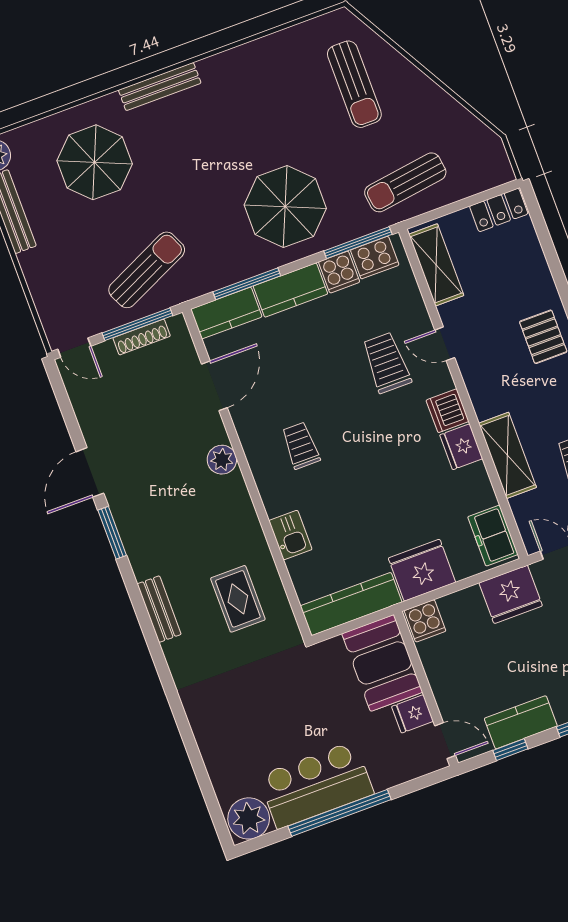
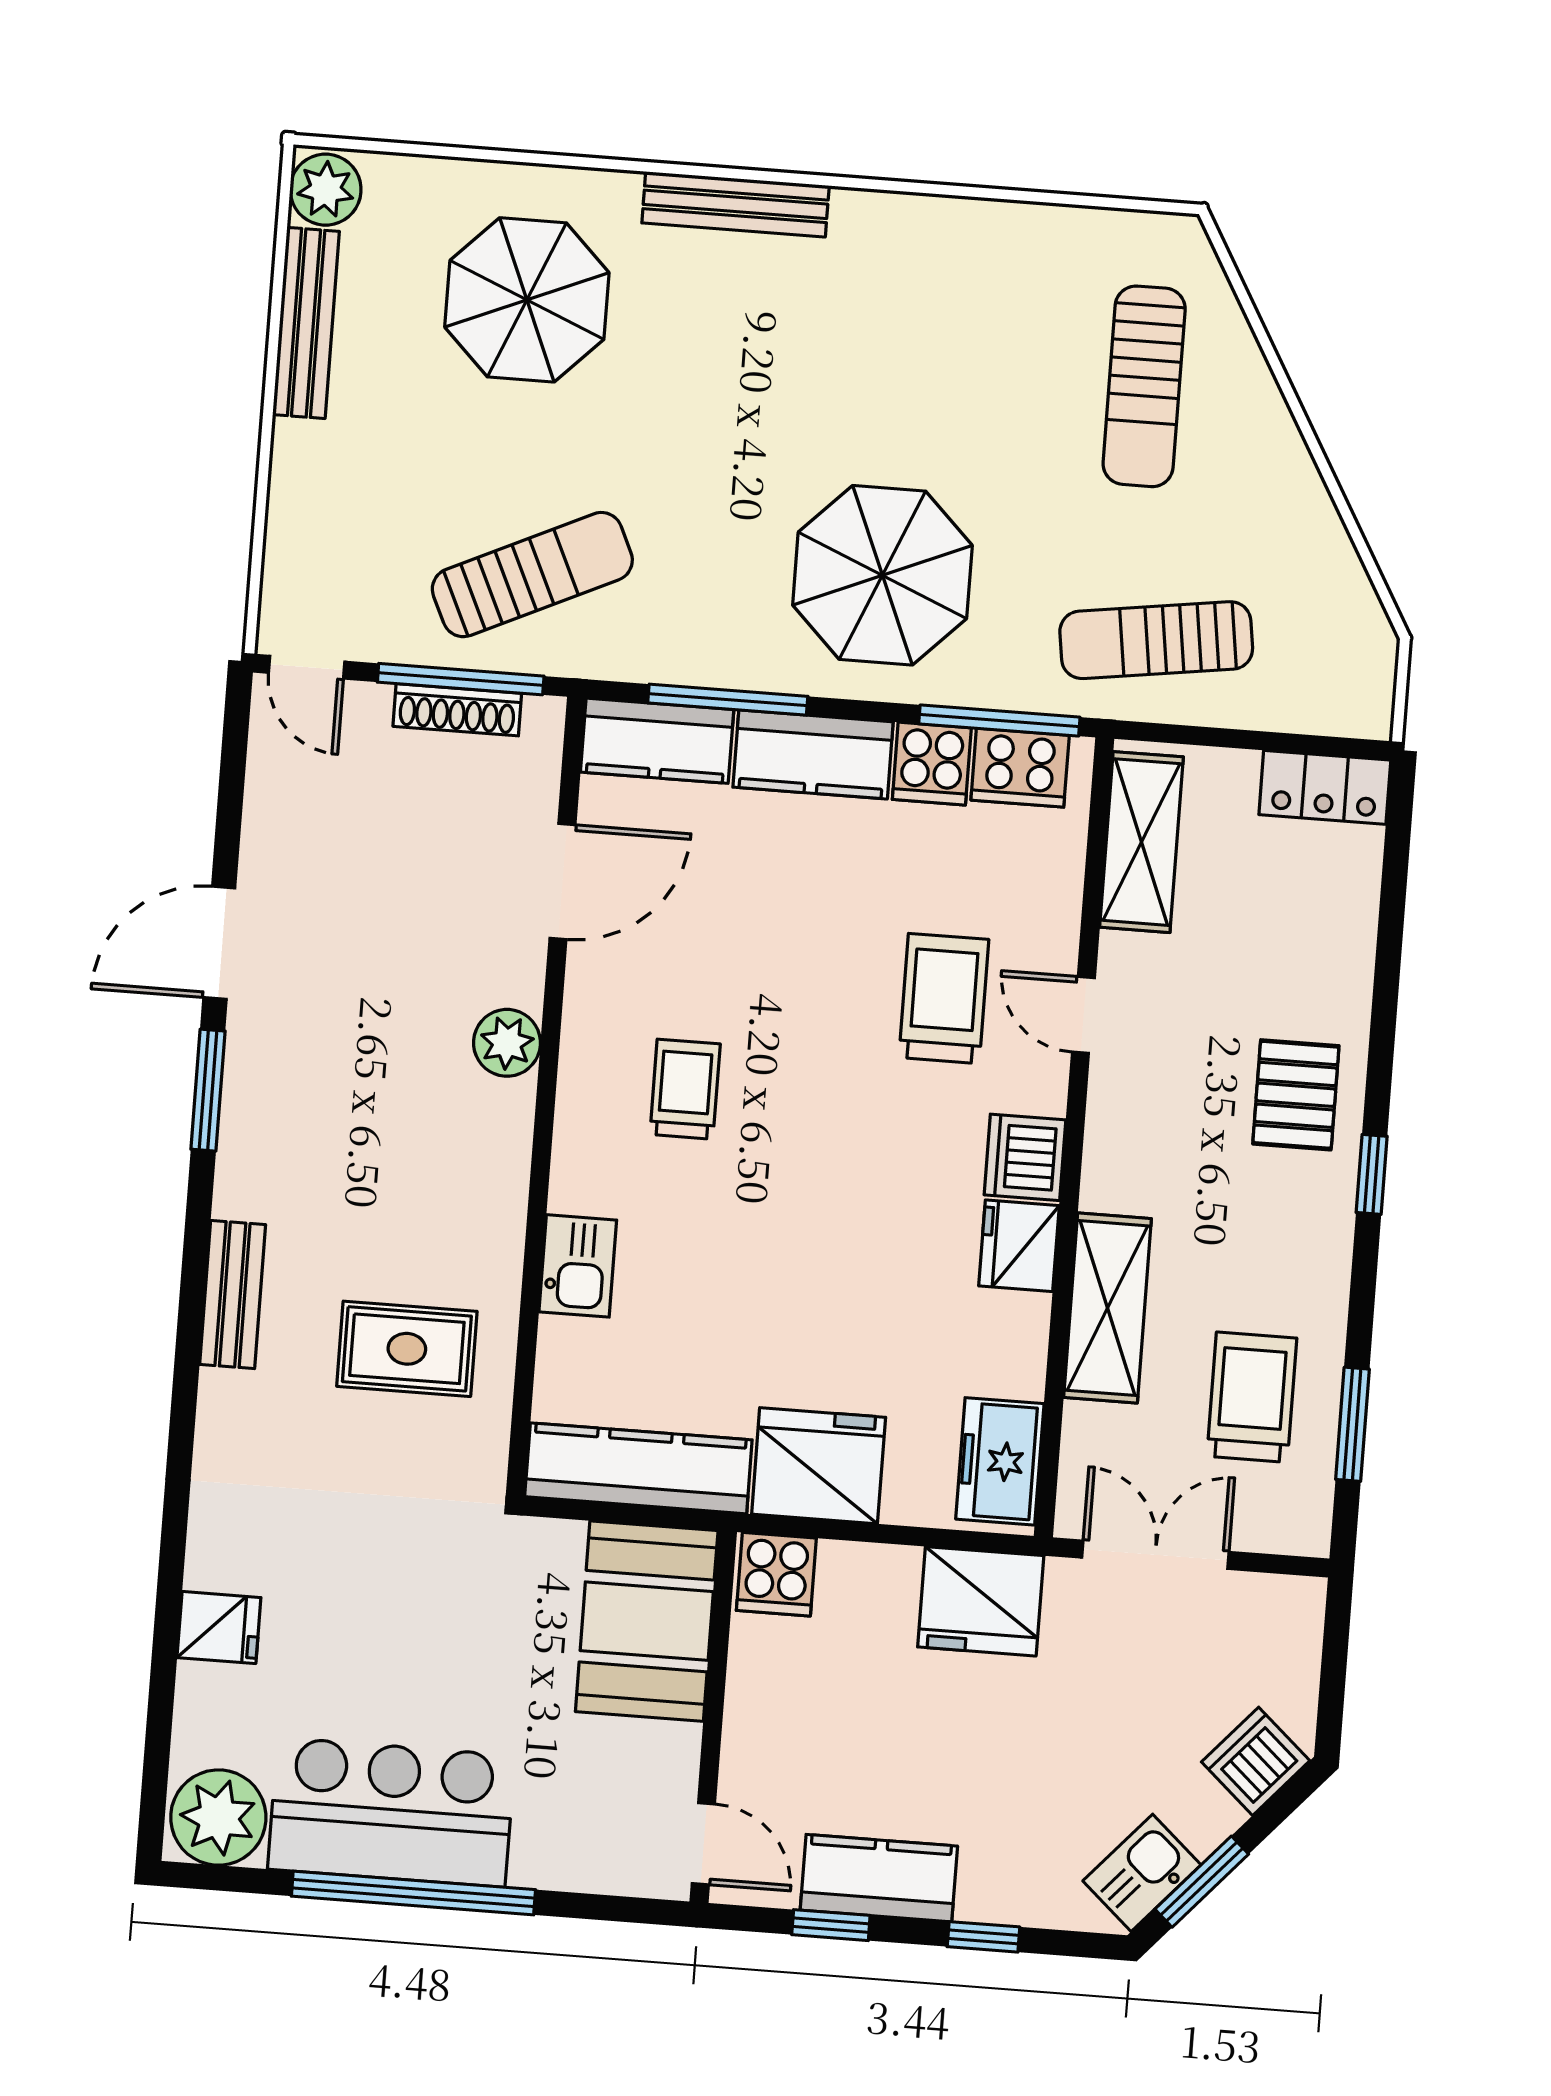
rug: (238, 599) -> (407, 1349), turned 90
fridge: (413, 714) -> (219, 1628), moved, turned 180

